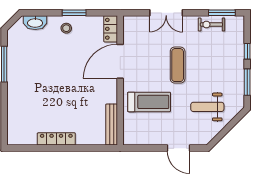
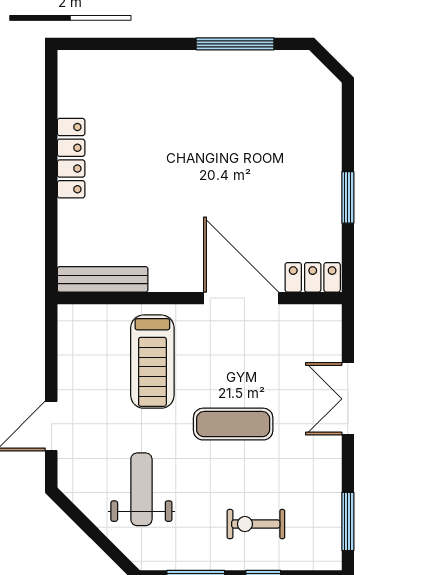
washbasin: (35, 23) -> (326, 112), removed
exercise bike: (211, 24) -> (256, 524), moved, turned -90
stool: (66, 28) -> (314, 180), removed

